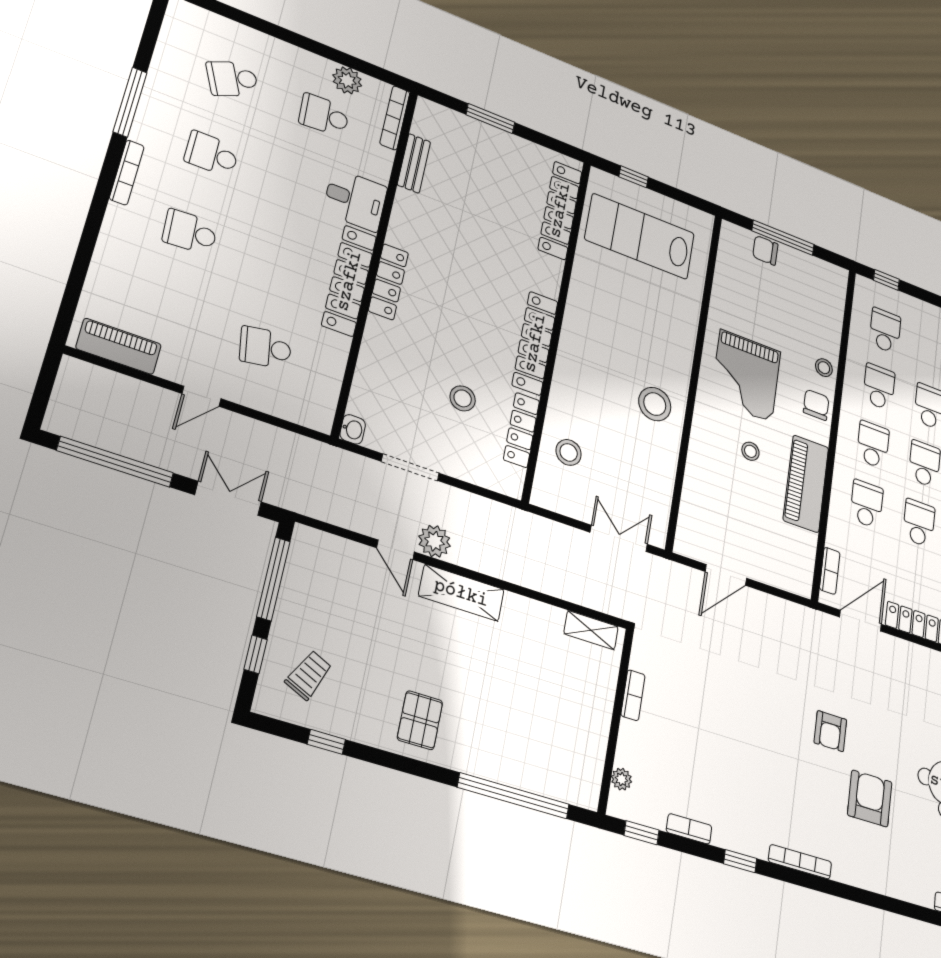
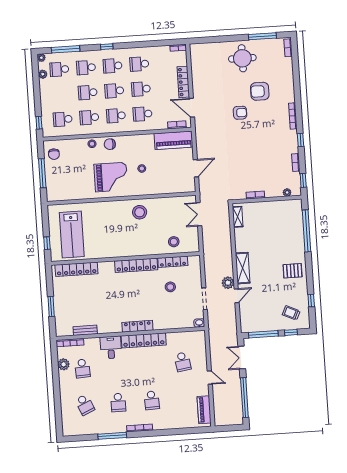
chair: (765, 250) -> (54, 154), moved
piano: (806, 484) -> (173, 140), moved
door: (726, 575) -> (196, 168), hinge flipped

